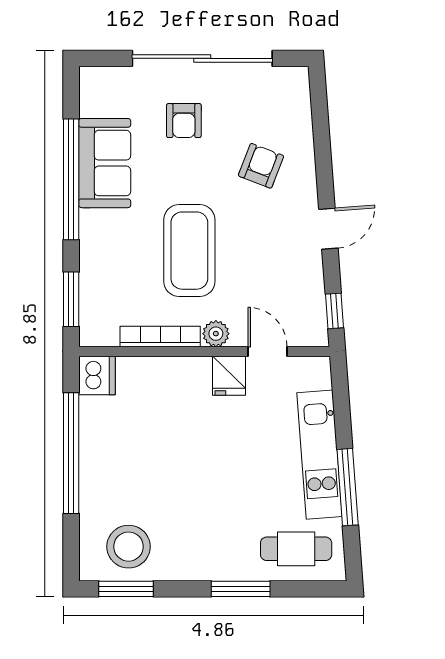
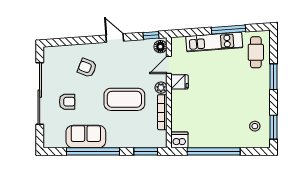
floor lamp: (309, 332) -> (160, 47), added
stool: (129, 547) -> (255, 126), width x0.53, depth x0.53

